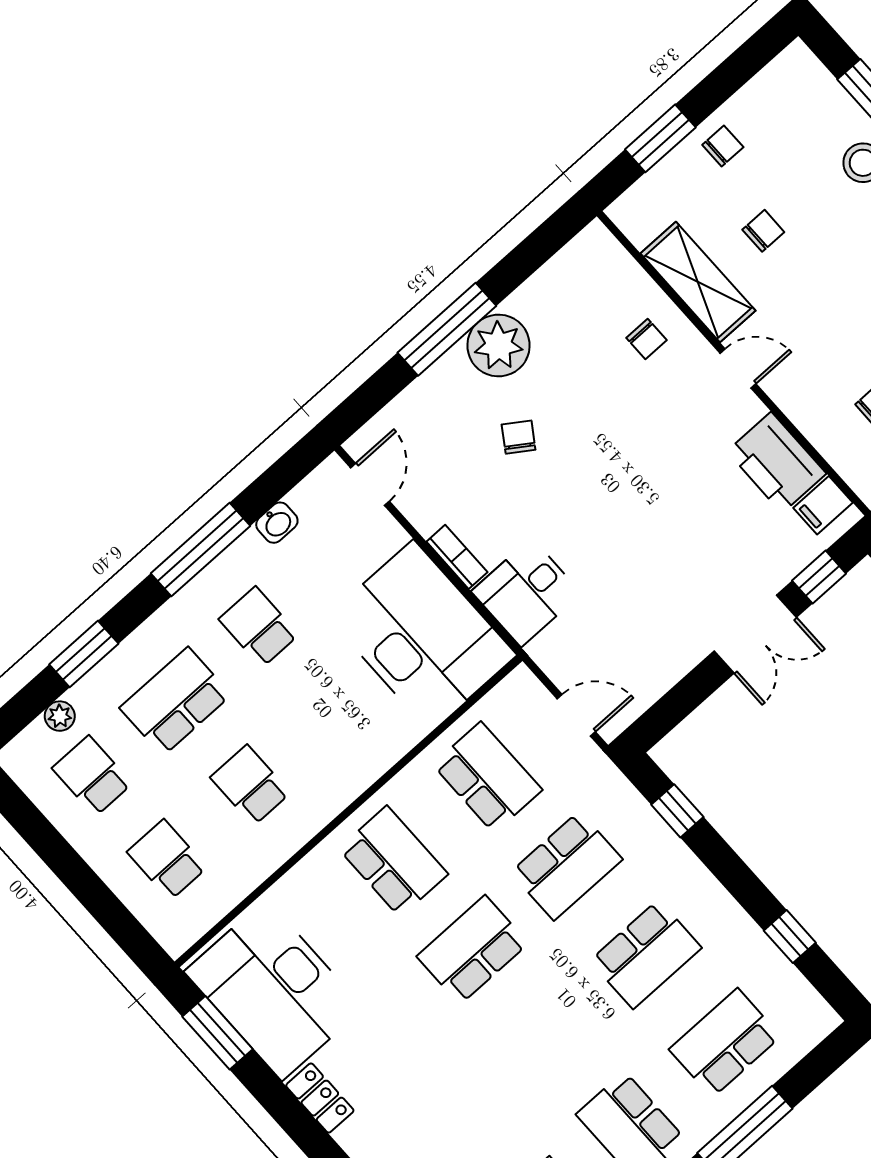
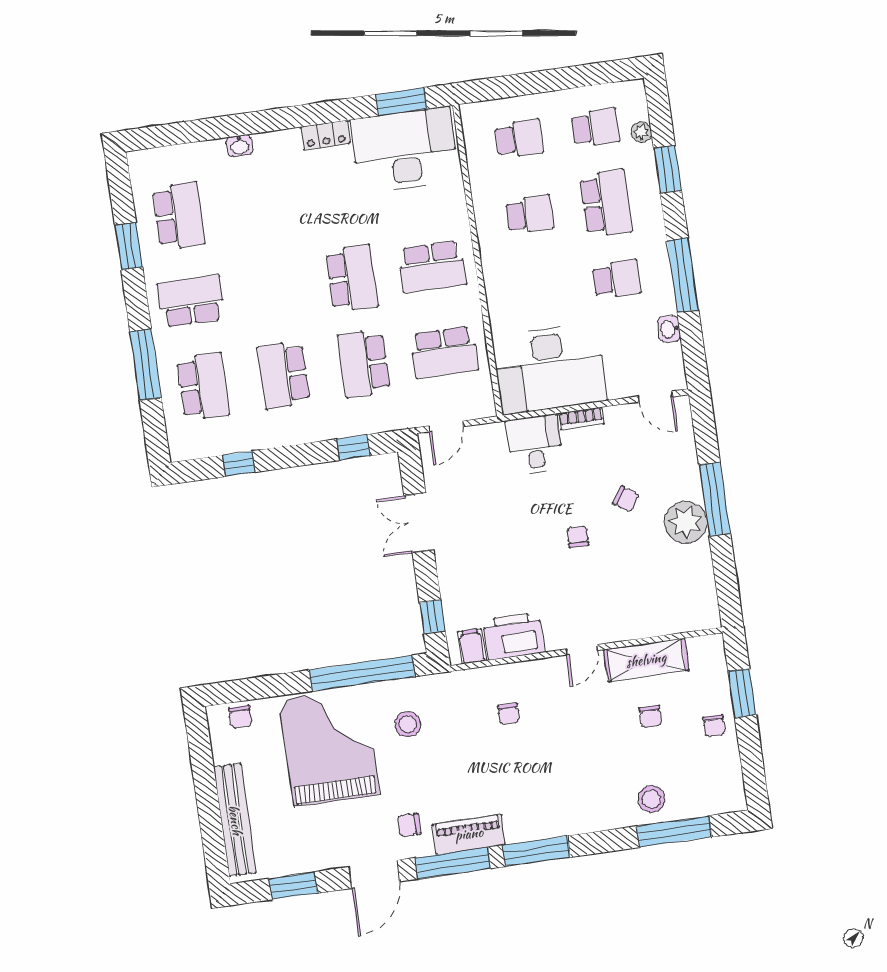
chair: (647, 339) -> (578, 537), moved, turned 91
double door: (755, 634) -> (419, 523), moved

